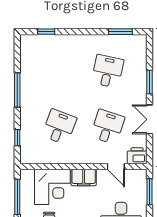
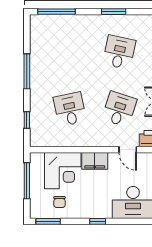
window: (46, 32) -> (57, 12), width x2.17
window: (120, 32) -> (114, 12), moved
desk: (59, 127) -> (70, 109), turned -33

